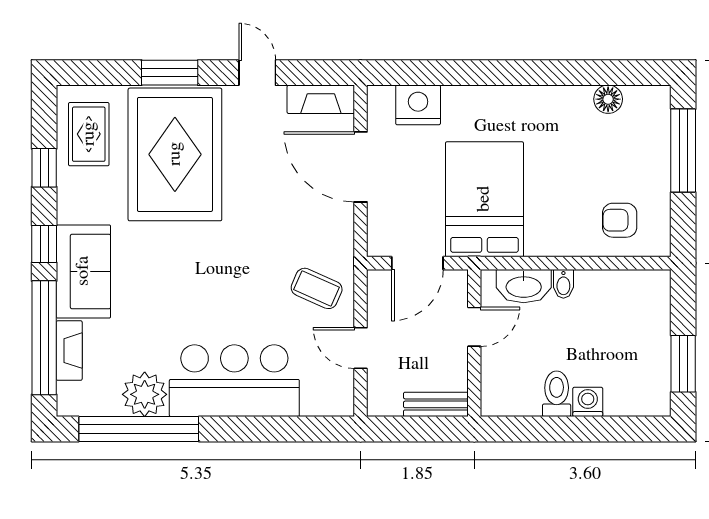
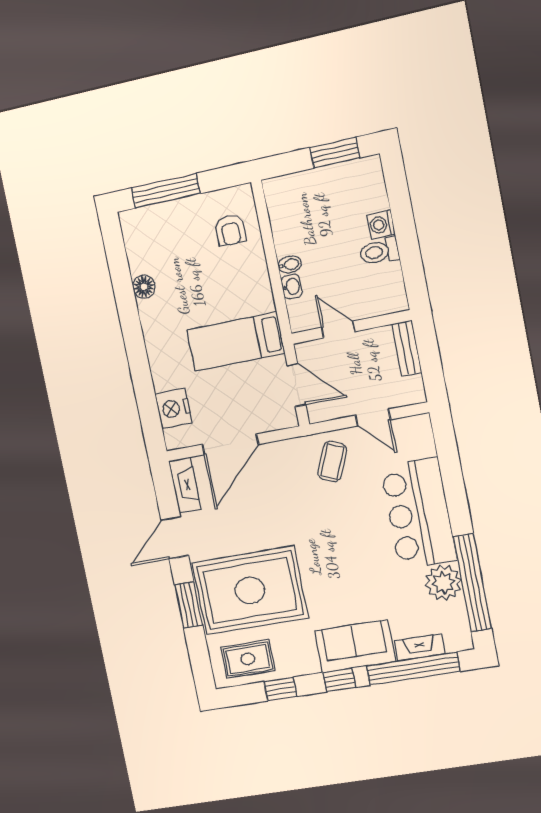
door: (257, 73) -> (175, 538), width x1.38
floor lamp: (608, 99) -> (144, 287), moved
bed: (484, 199) -> (236, 342), width x0.67
washbasin: (524, 286) -> (292, 287), width x0.52, depth x0.69
door: (361, 348) -> (373, 418), hinge flipped

